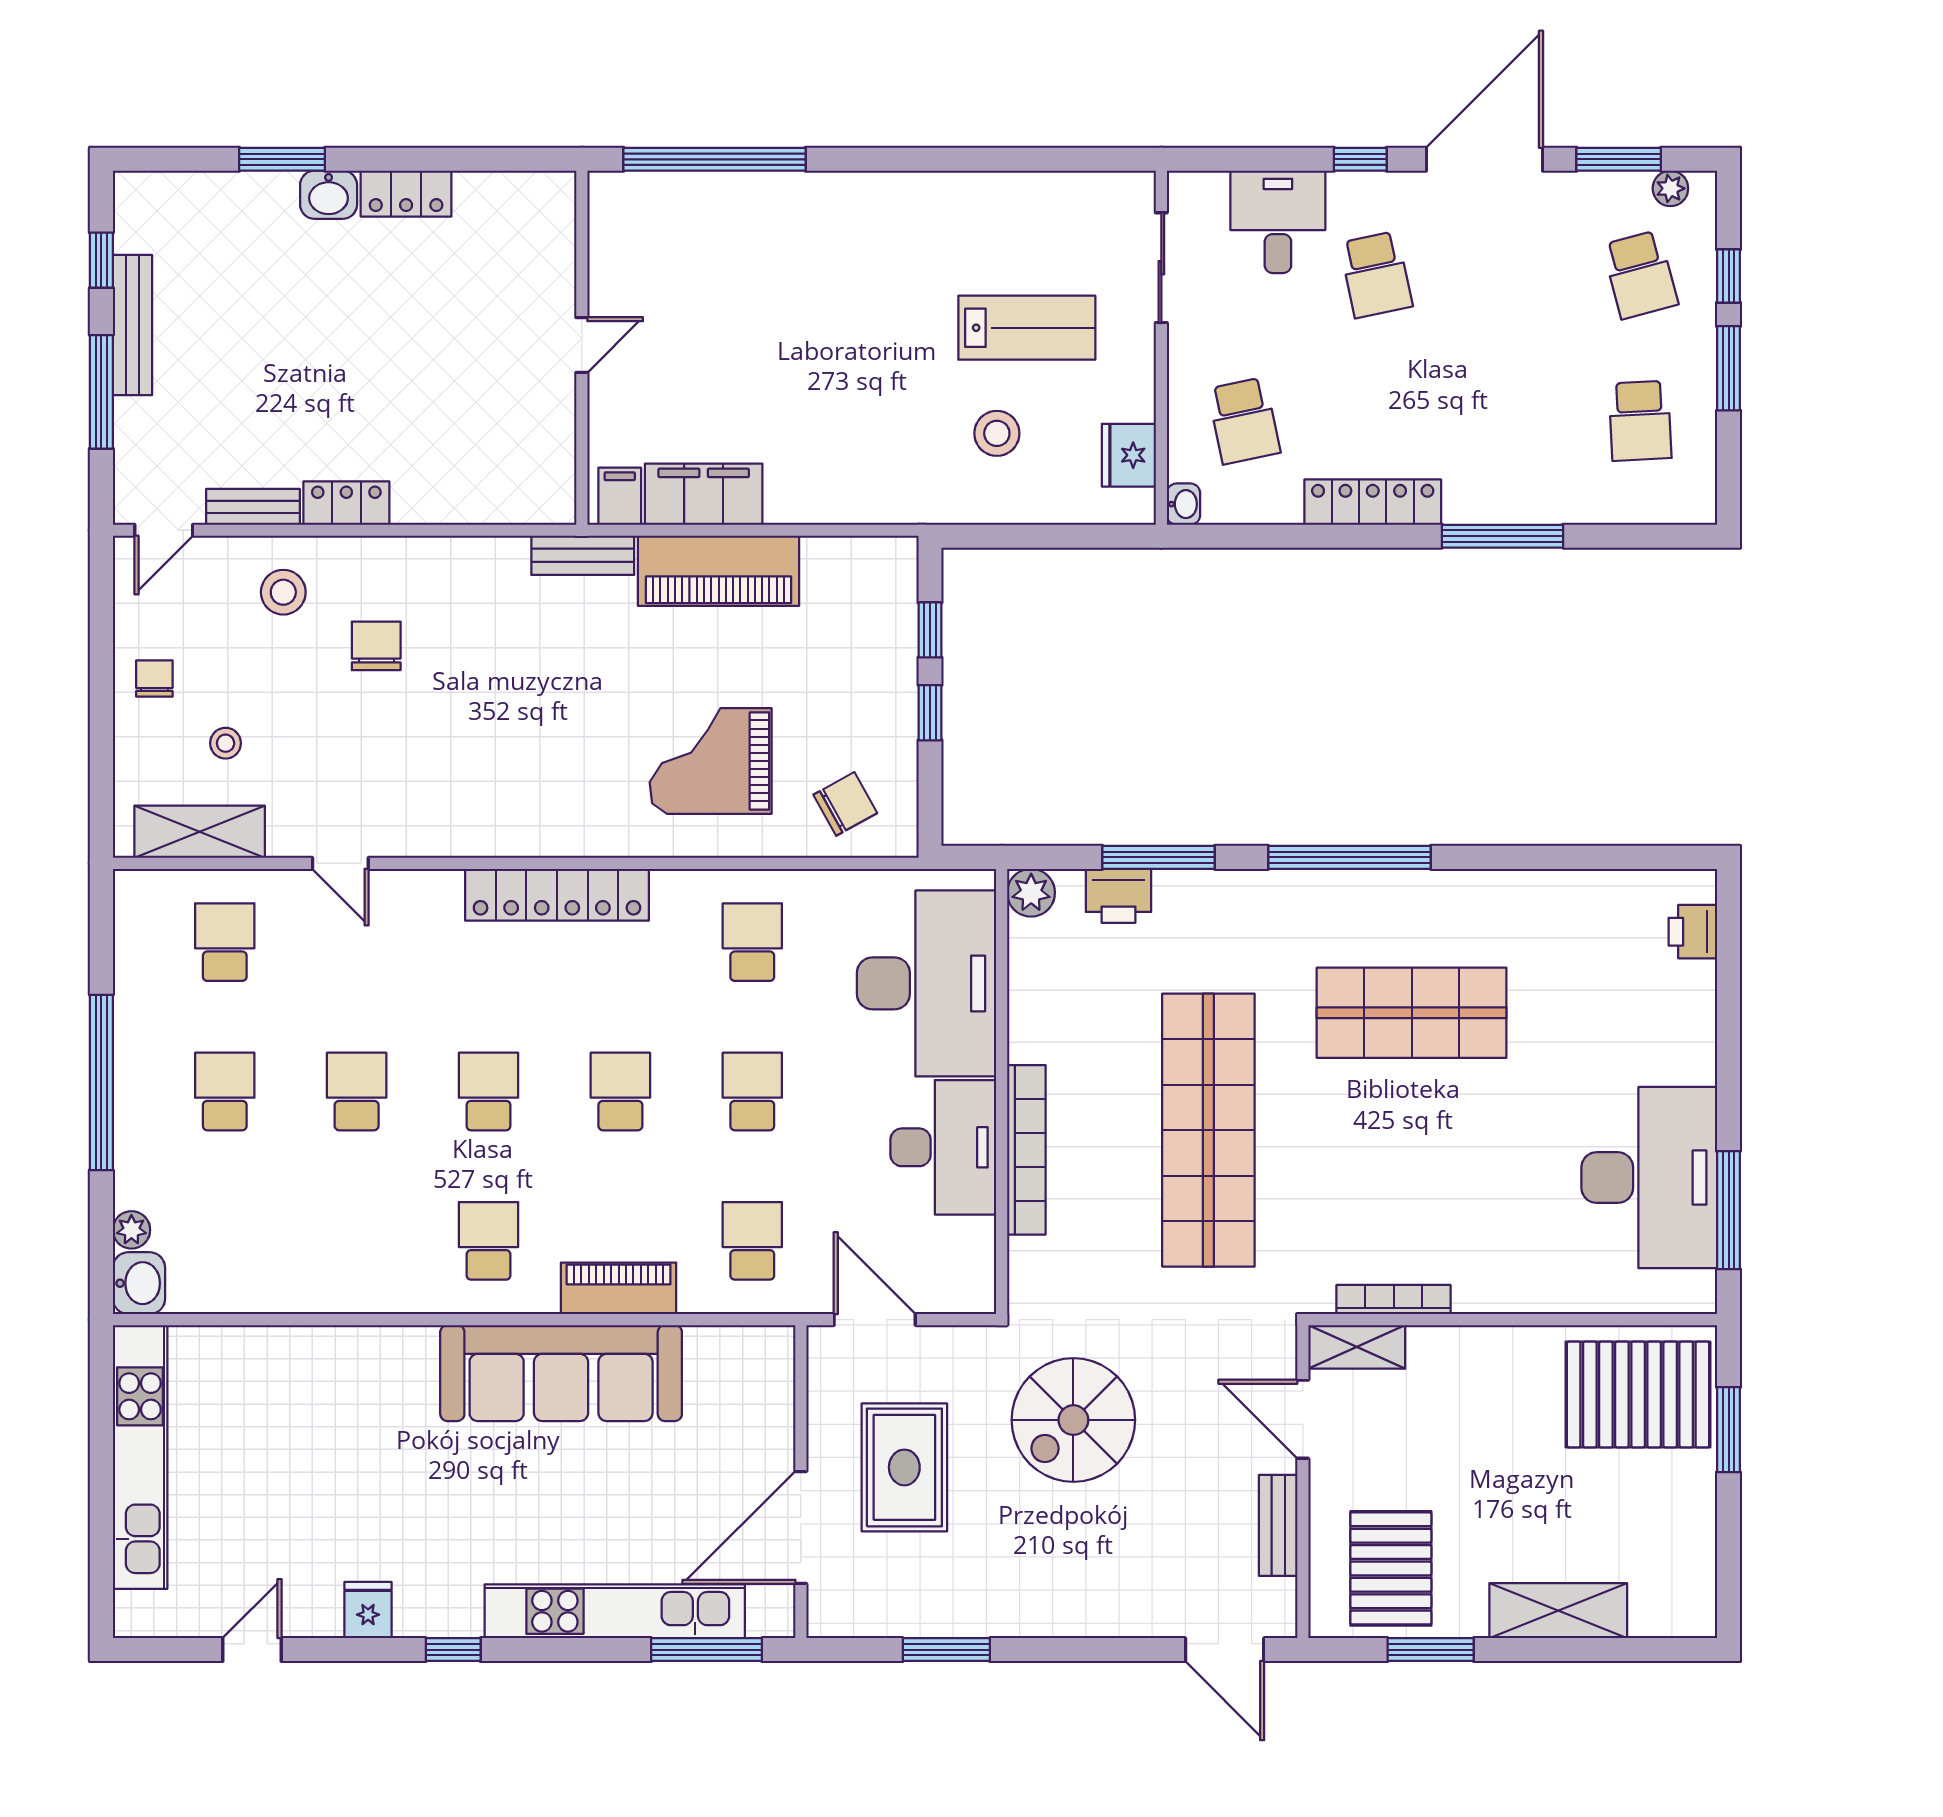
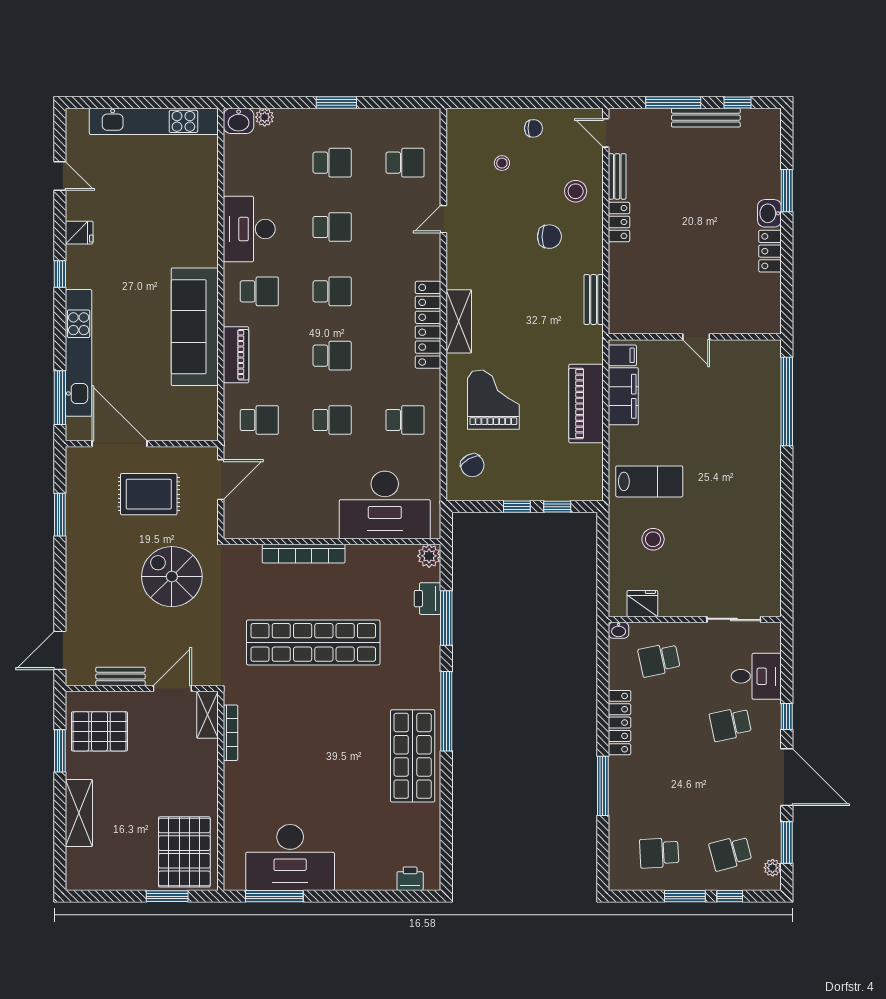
lab bench: (1027, 328) -> (649, 481), moved, turned -90
bench: (583, 555) -> (594, 299), moved
shelving: (200, 832) -> (459, 321), moved
shop shelf: (1412, 1013) -> (413, 756), moved
window: (101, 1082) -> (336, 103), width x0.47
desk: (943, 1147) -> (249, 229), moved, turned 90

